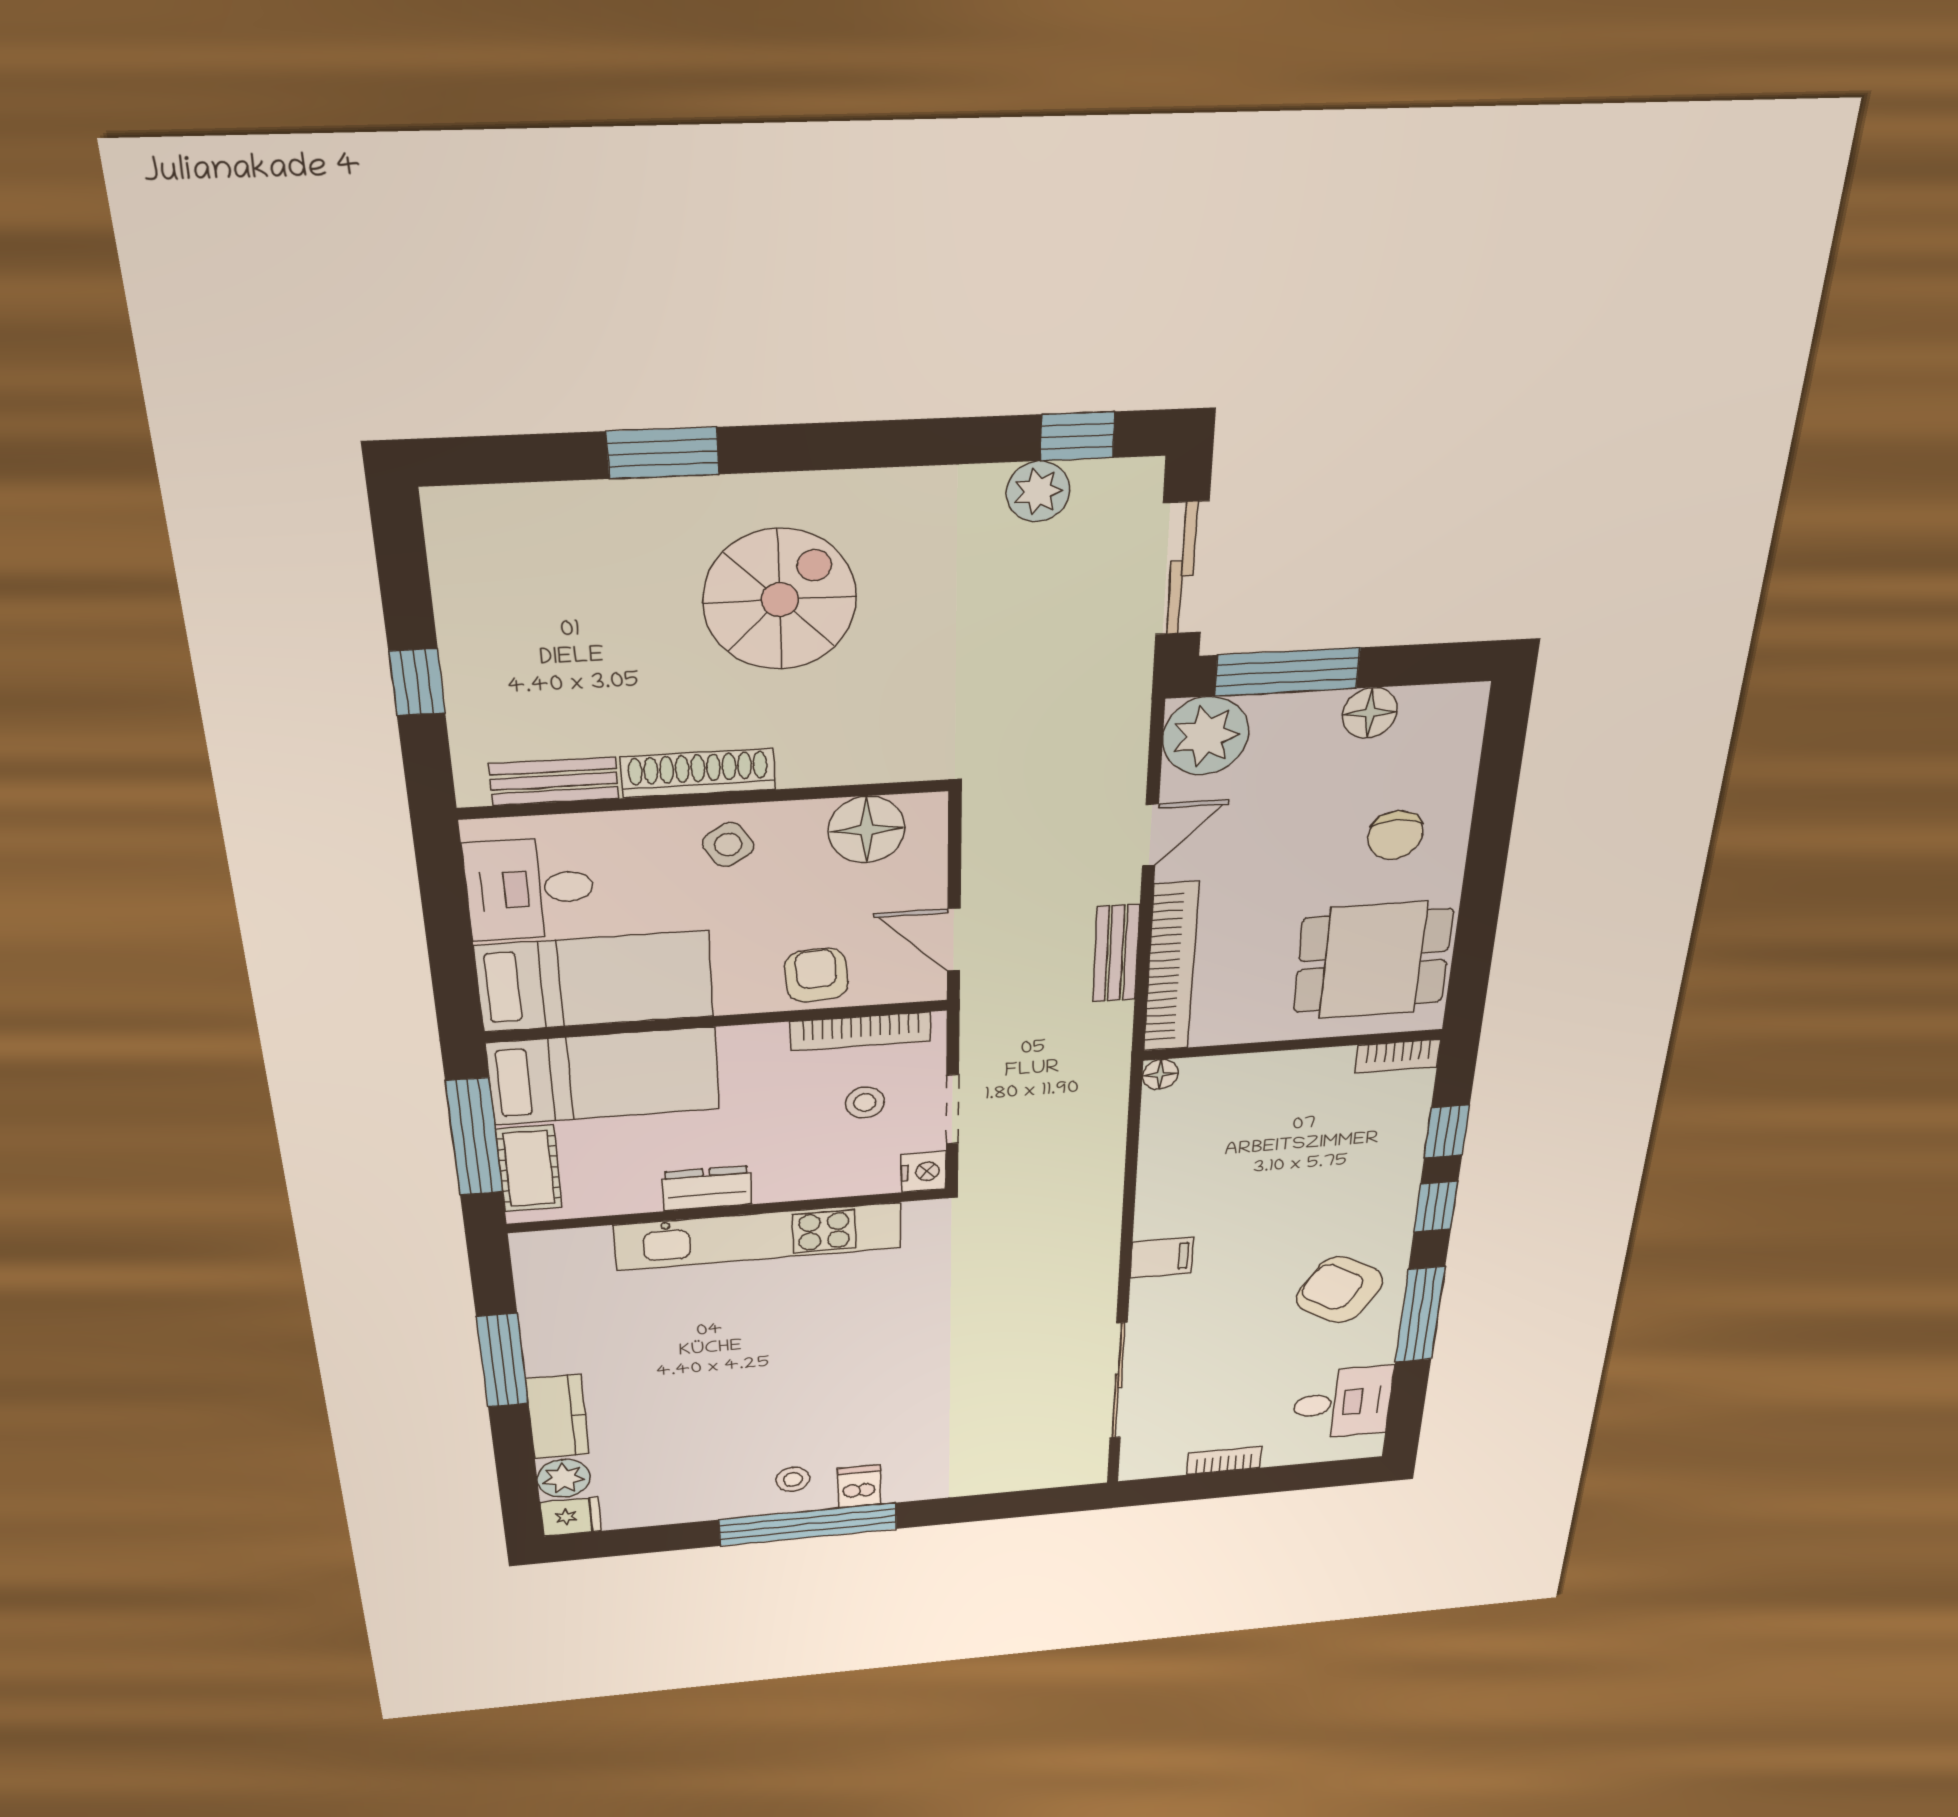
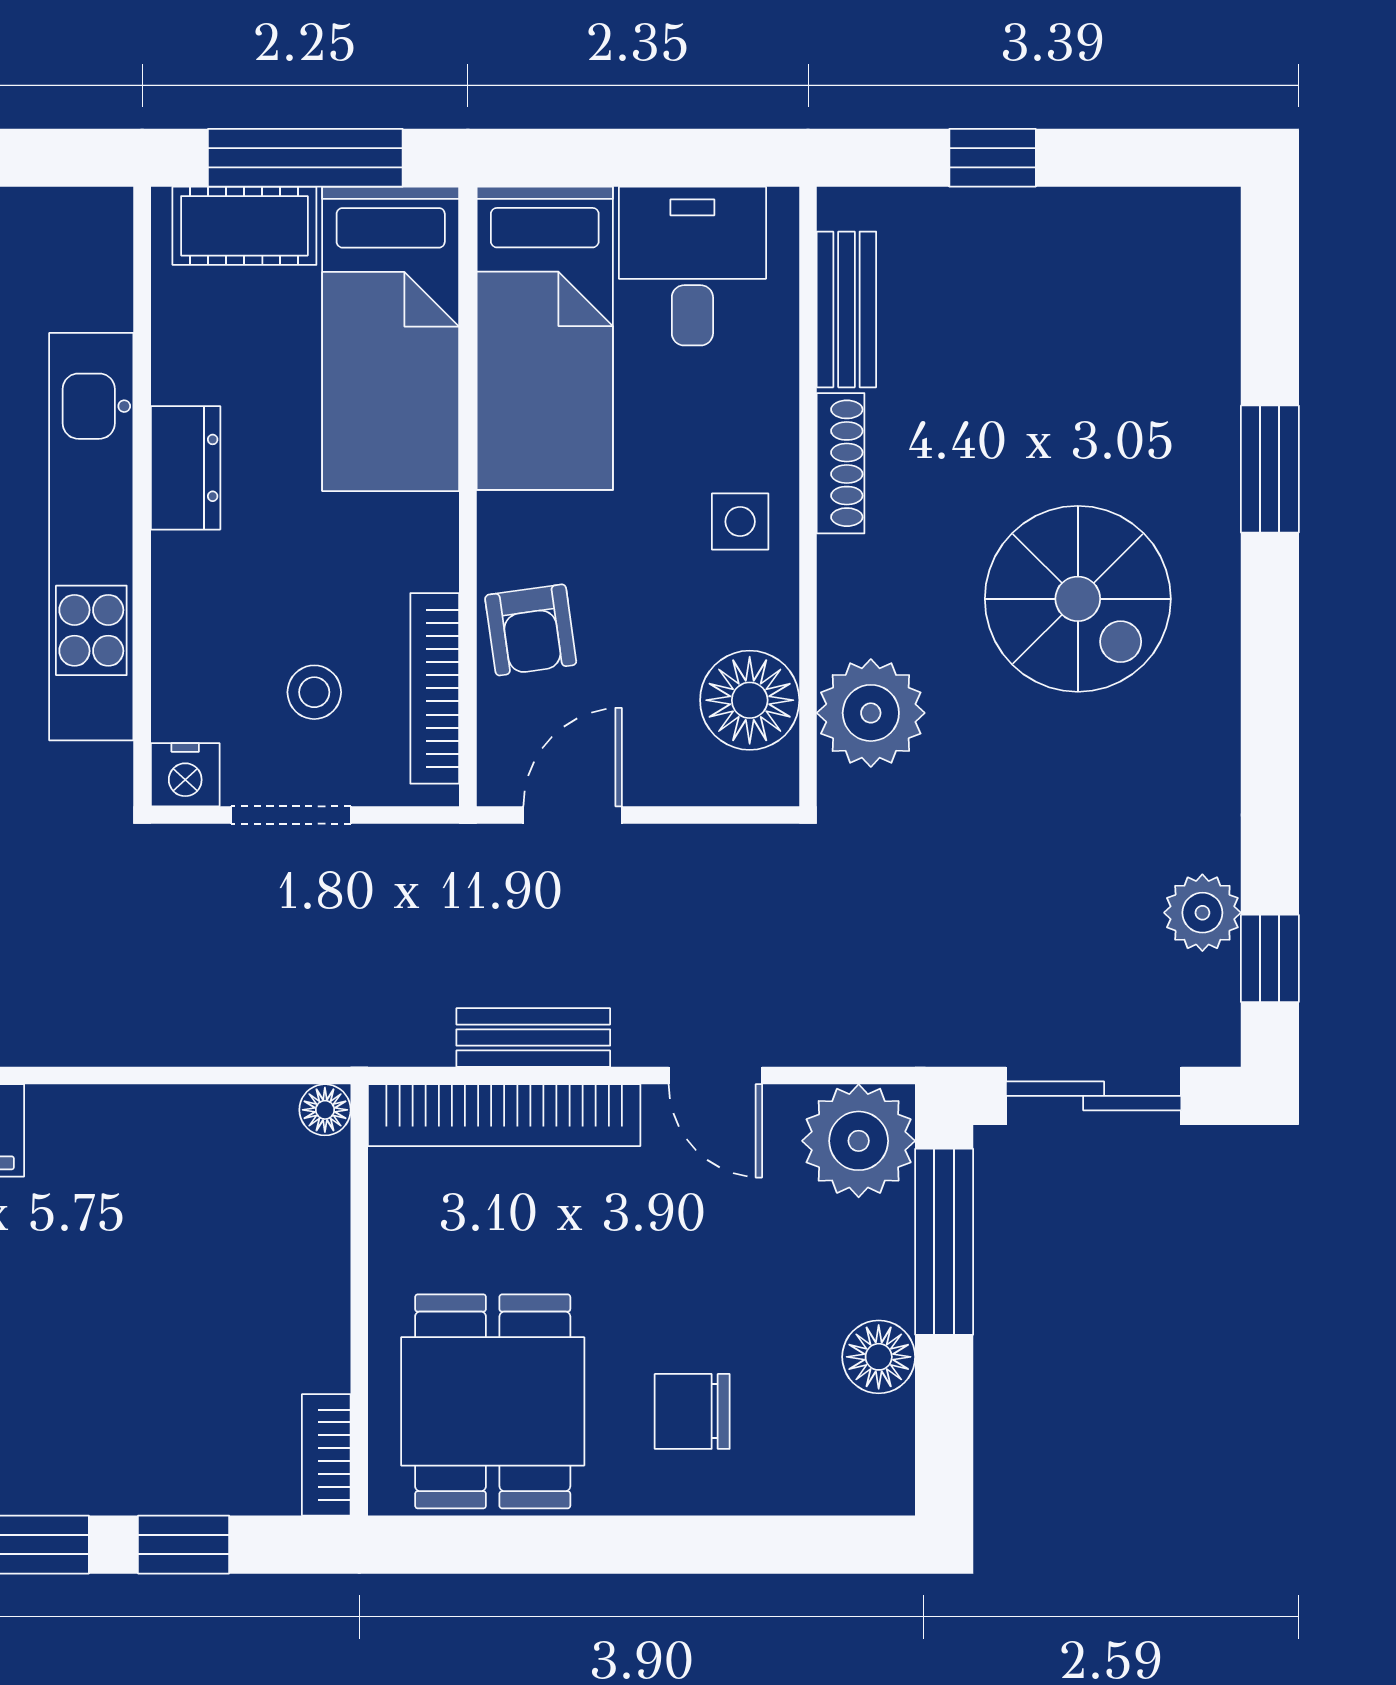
plant: (875, 746) -> (871, 713), added
shoe rack: (698, 773) -> (841, 463), width x0.74, depth x0.81
side table: (728, 845) -> (740, 522), turned 32
armchair: (816, 975) -> (531, 630), turned 86

